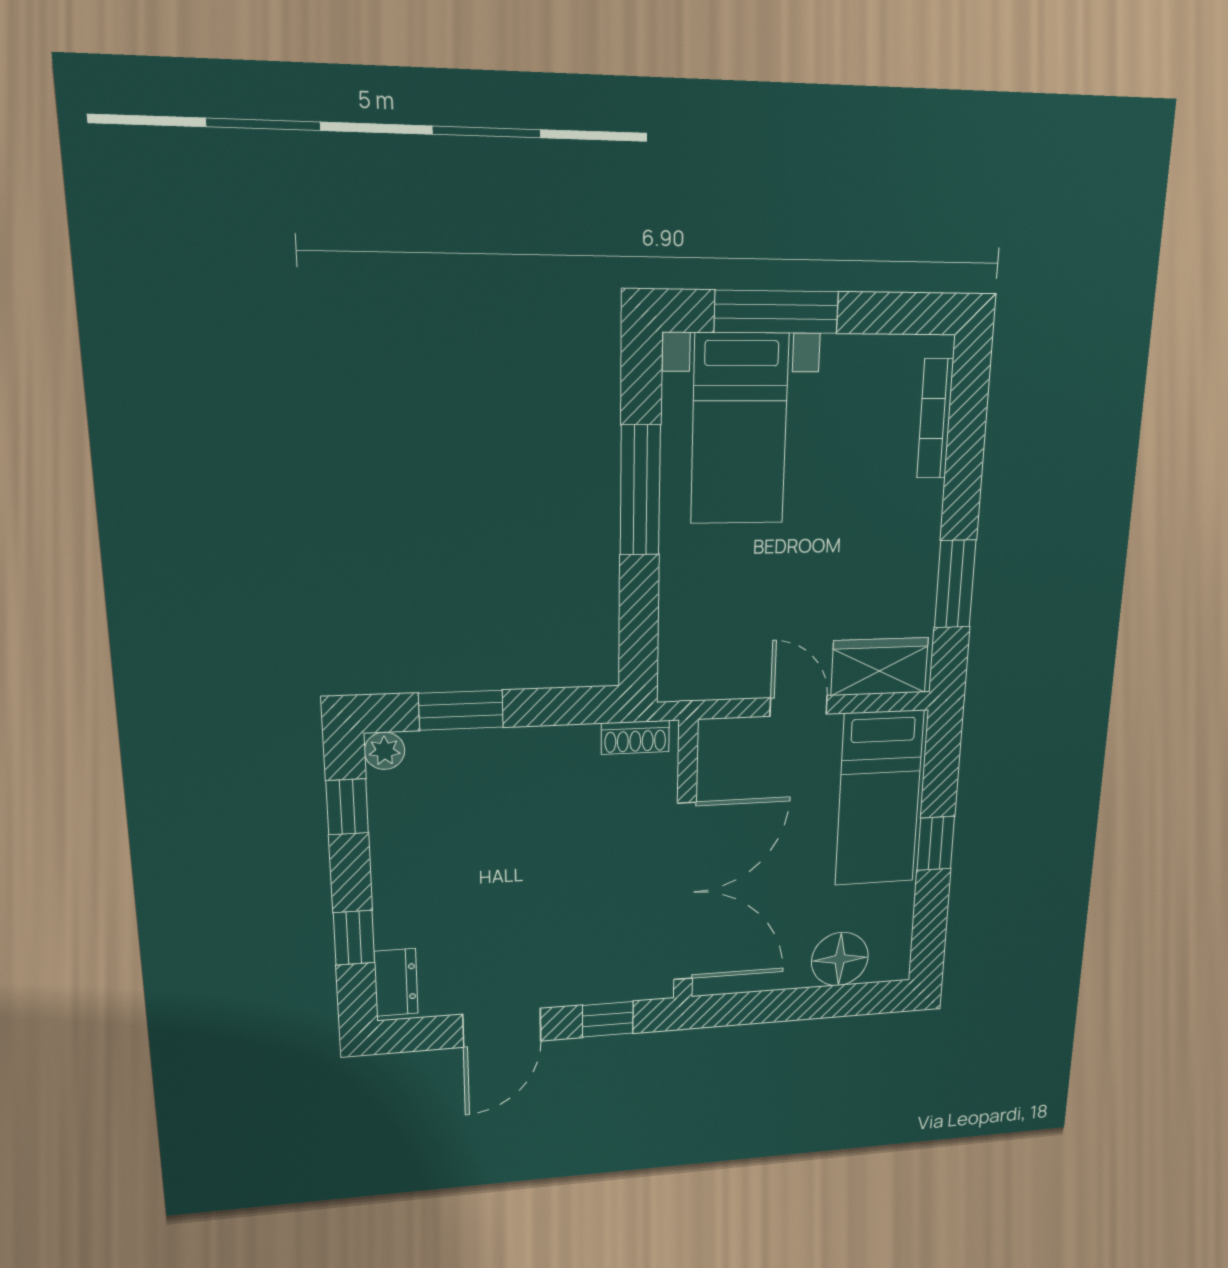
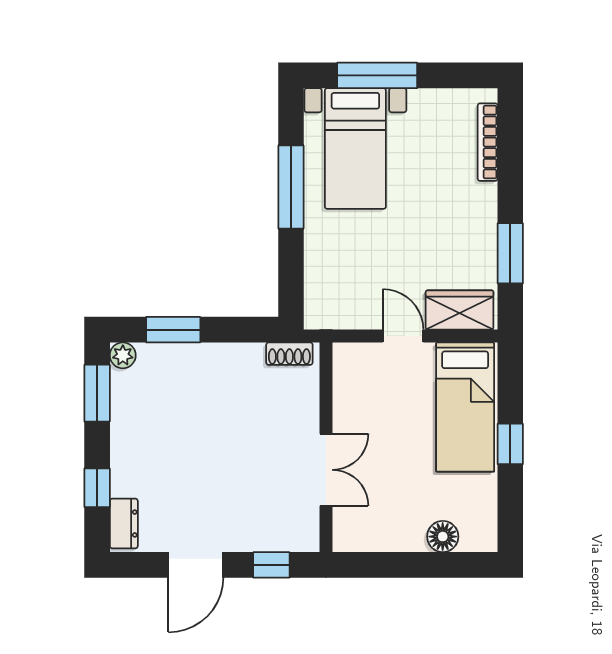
window: (347, 807) -> (97, 393), width x1.50
double door: (685, 892) -> (326, 470), width x0.54
floor lamp: (840, 959) -> (443, 537), width x0.73, depth x0.73

